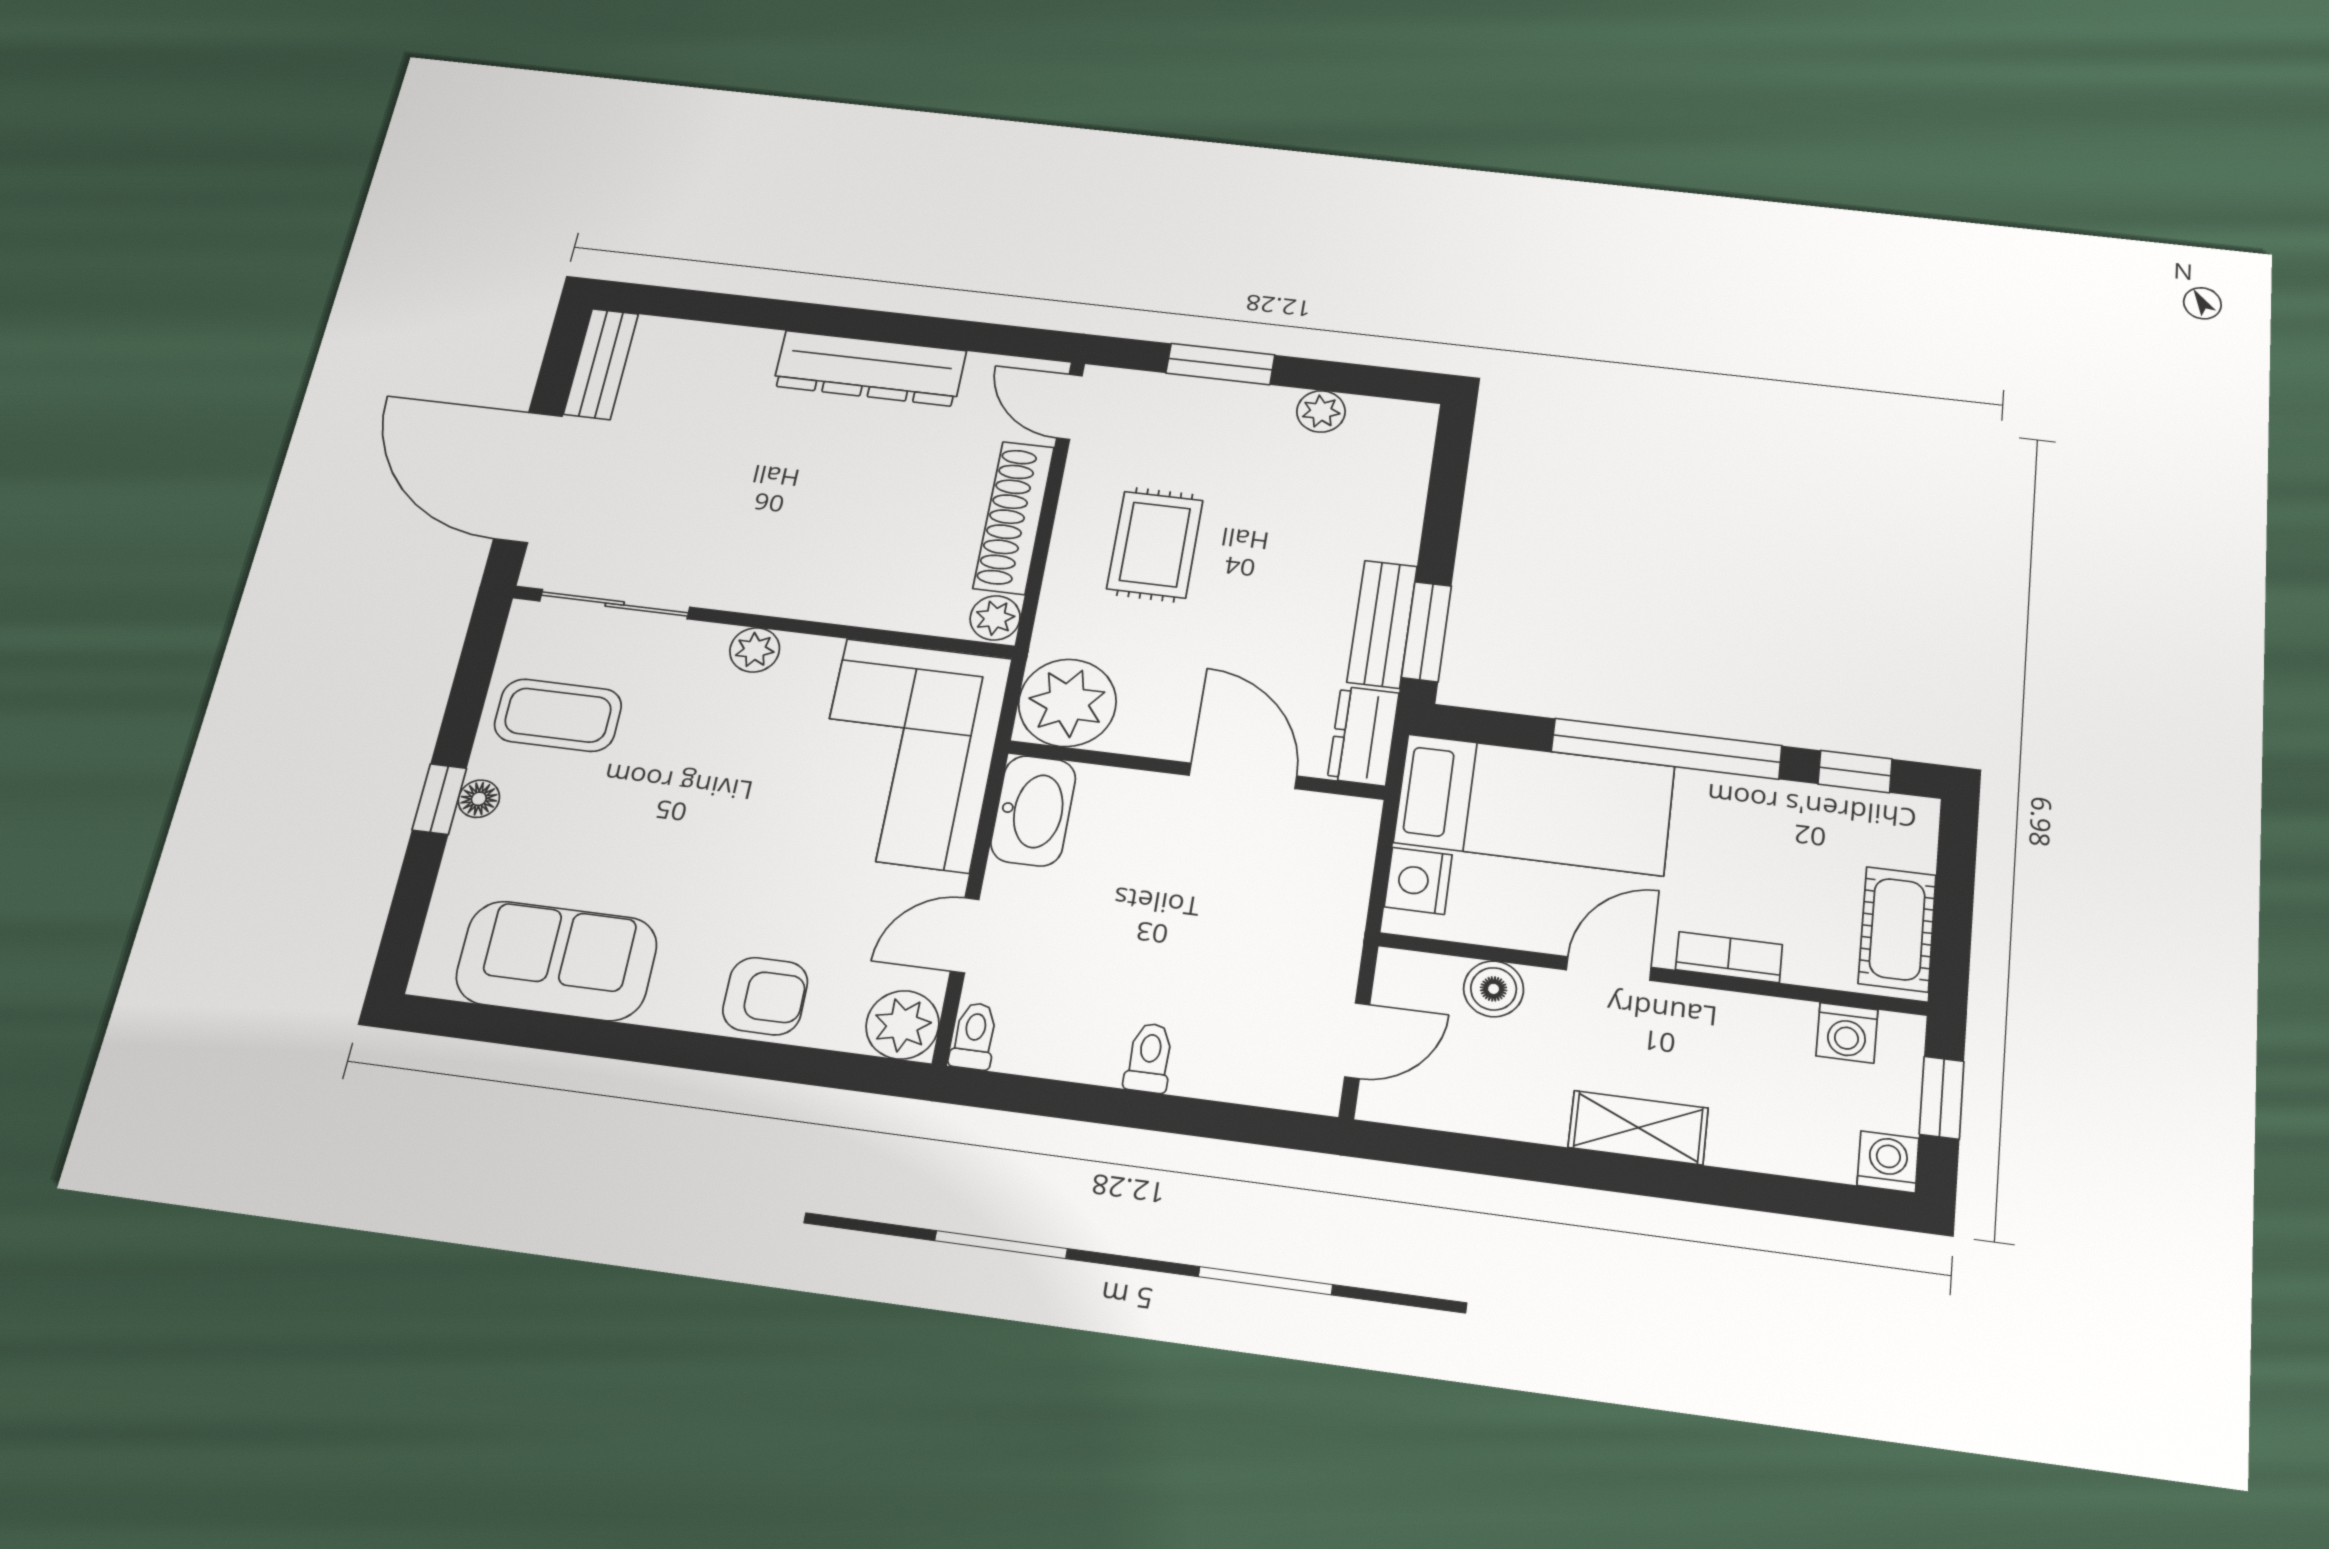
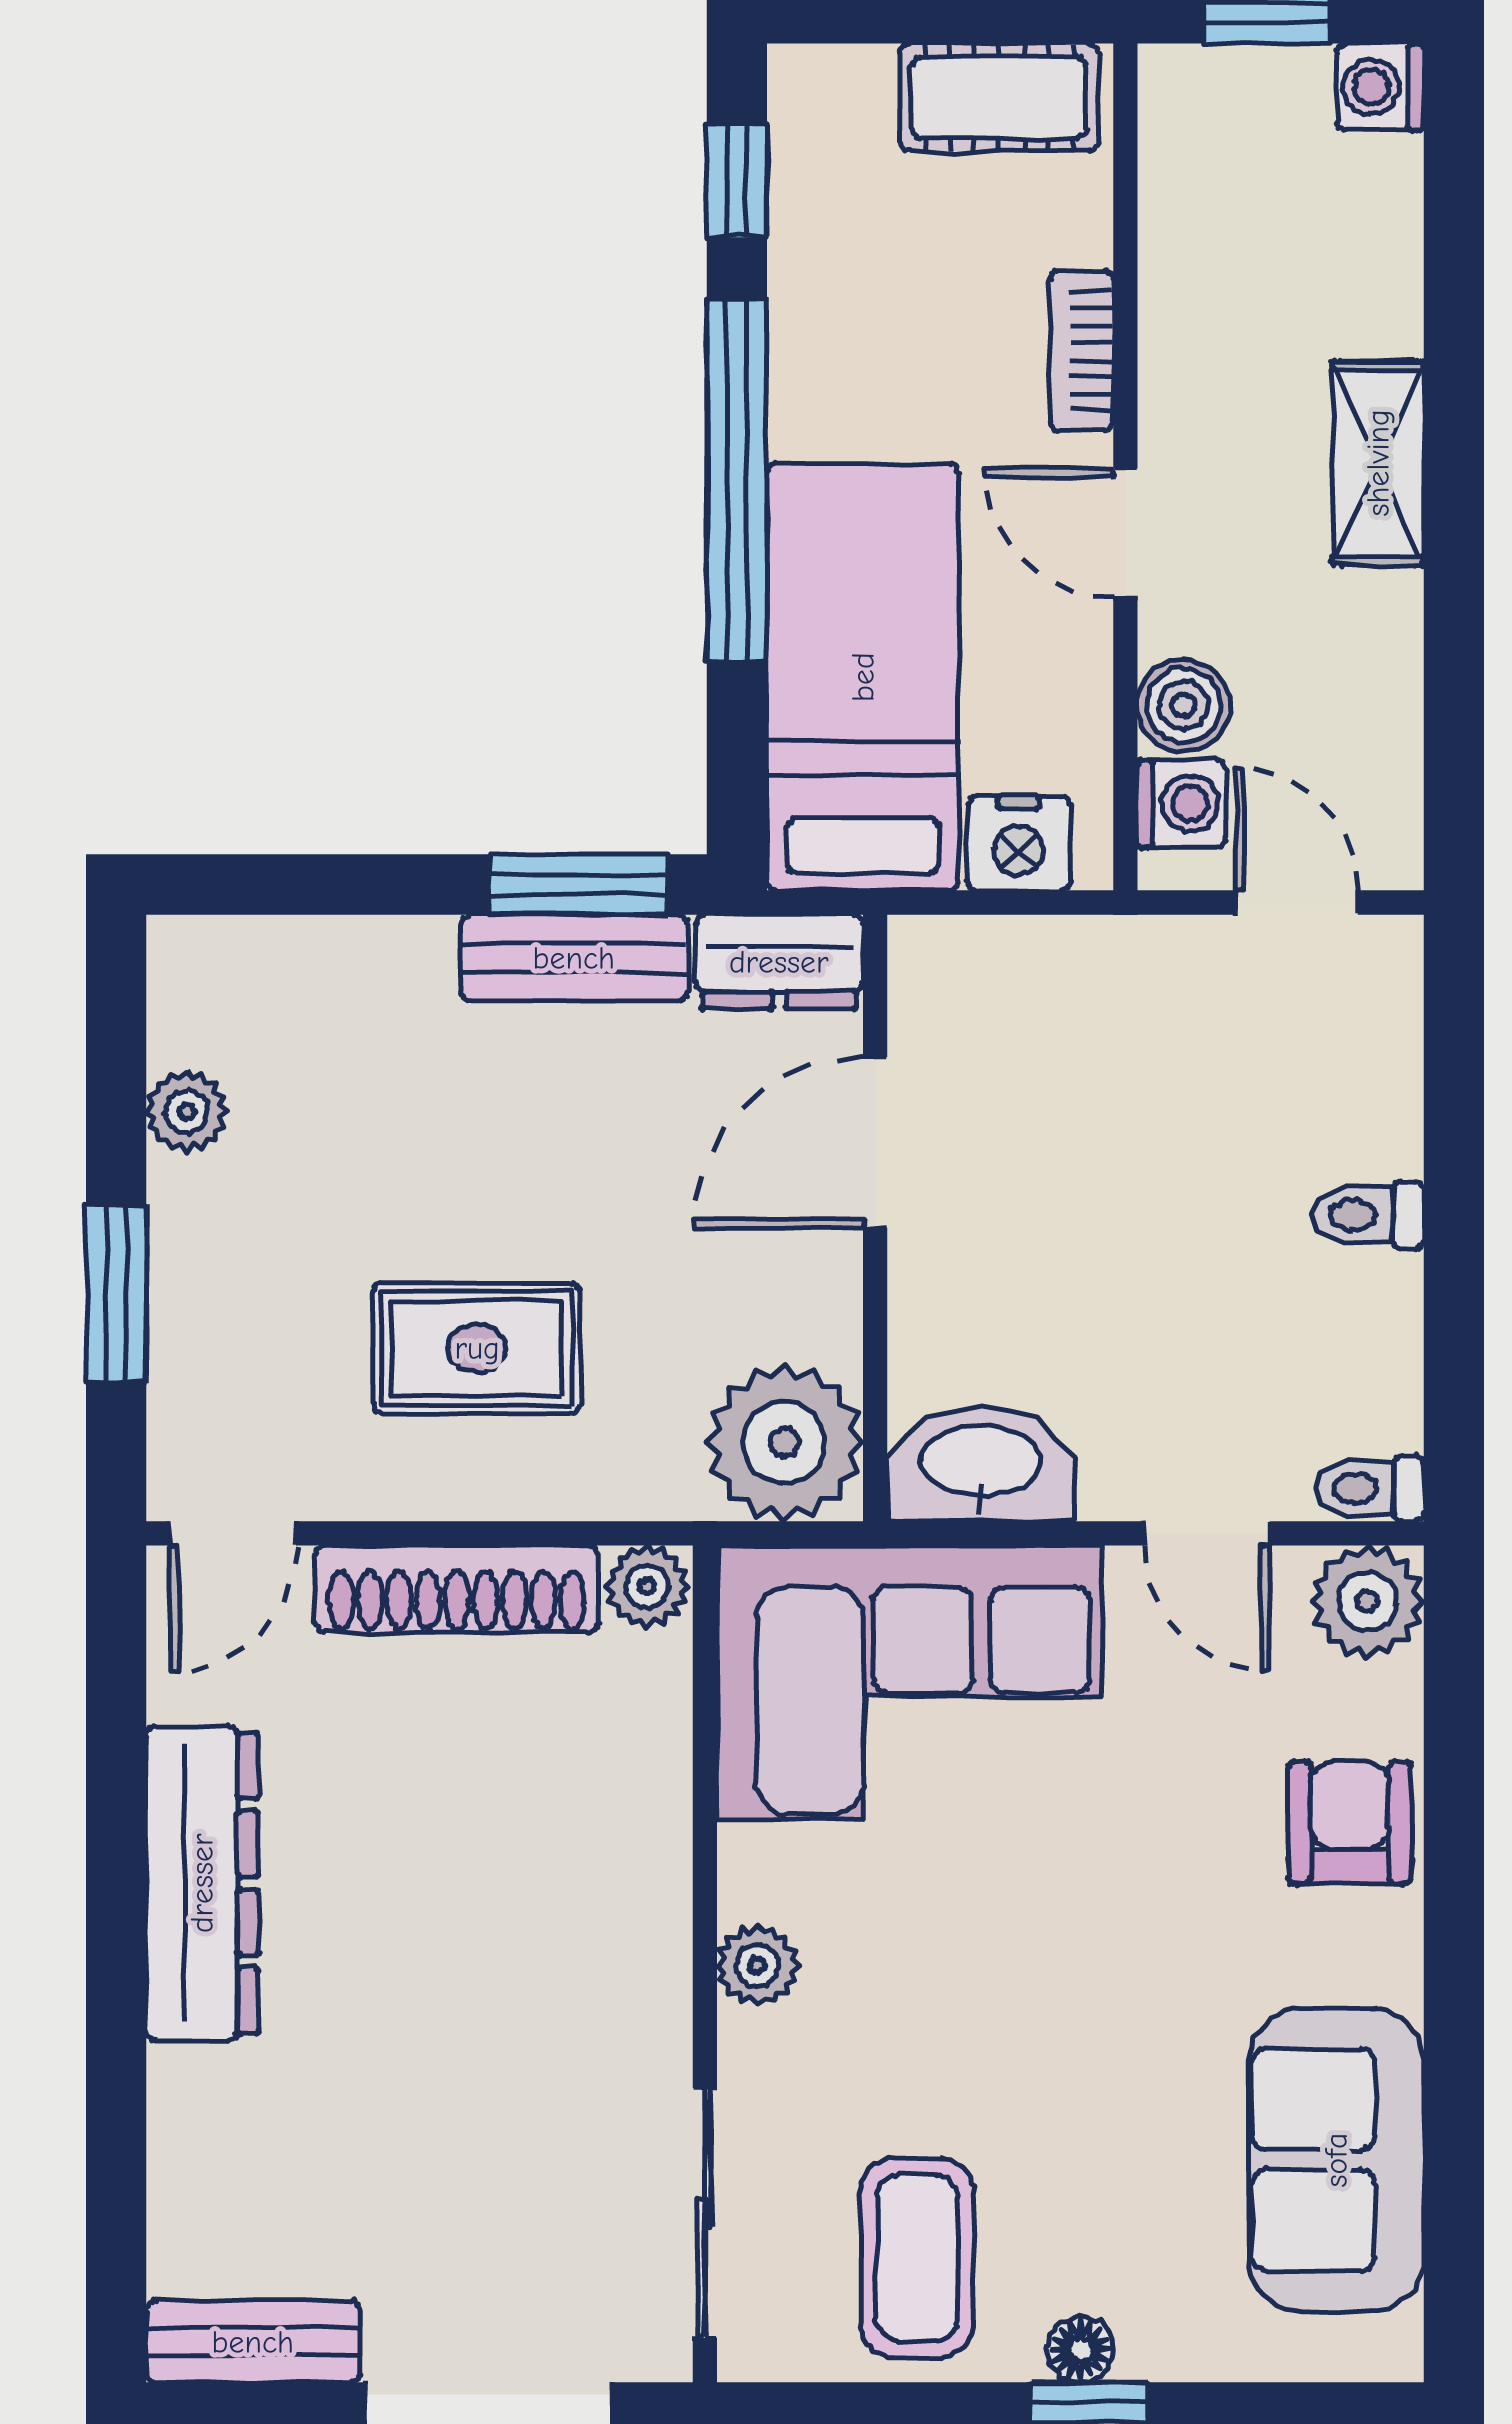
washing machine: (1847, 1033) -> (1181, 804), moved

